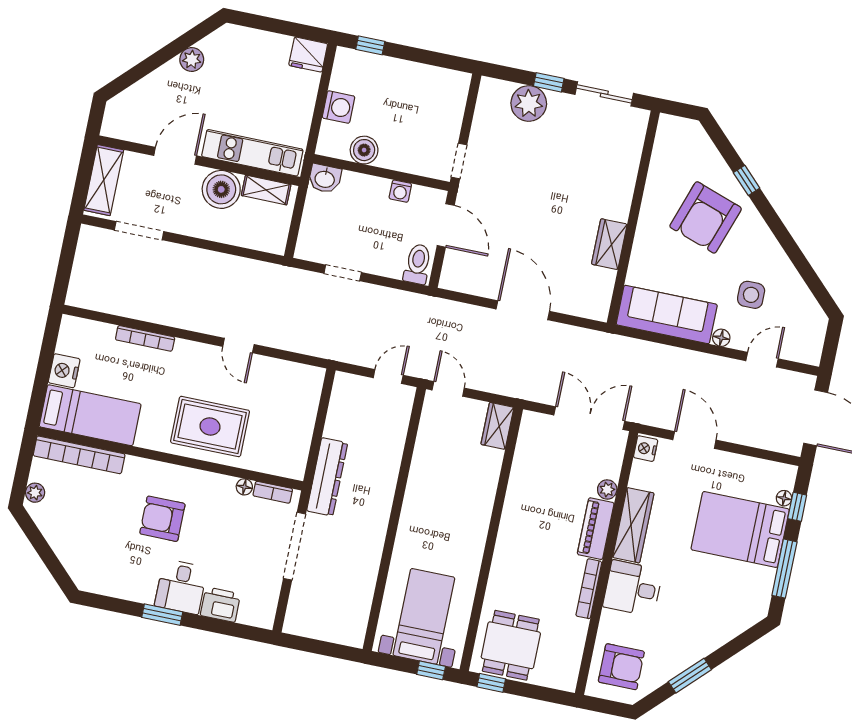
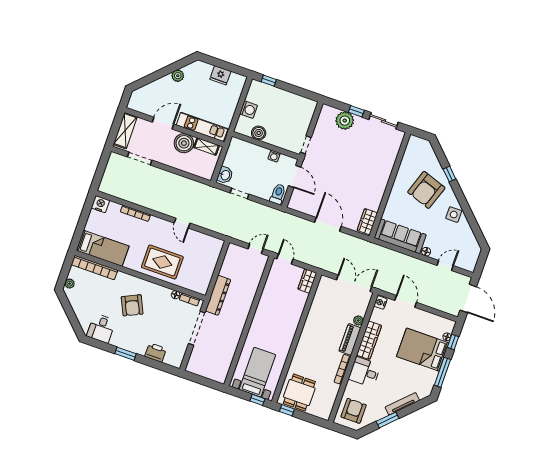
fridge: (308, 55) -> (220, 75), moved
washbasin: (325, 179) -> (225, 175), moved, turned -90
wardrobe: (609, 244) -> (367, 222), moved
side table: (751, 295) -> (454, 215), moved
nightstand: (64, 371) -> (100, 204), moved, turned 90
armchair: (162, 519) -> (132, 305), turned -115
desk: (181, 587) -> (101, 328), moved
tv unit: (714, 640) -> (402, 404), added
armchair: (621, 667) -> (354, 411), turned -90

